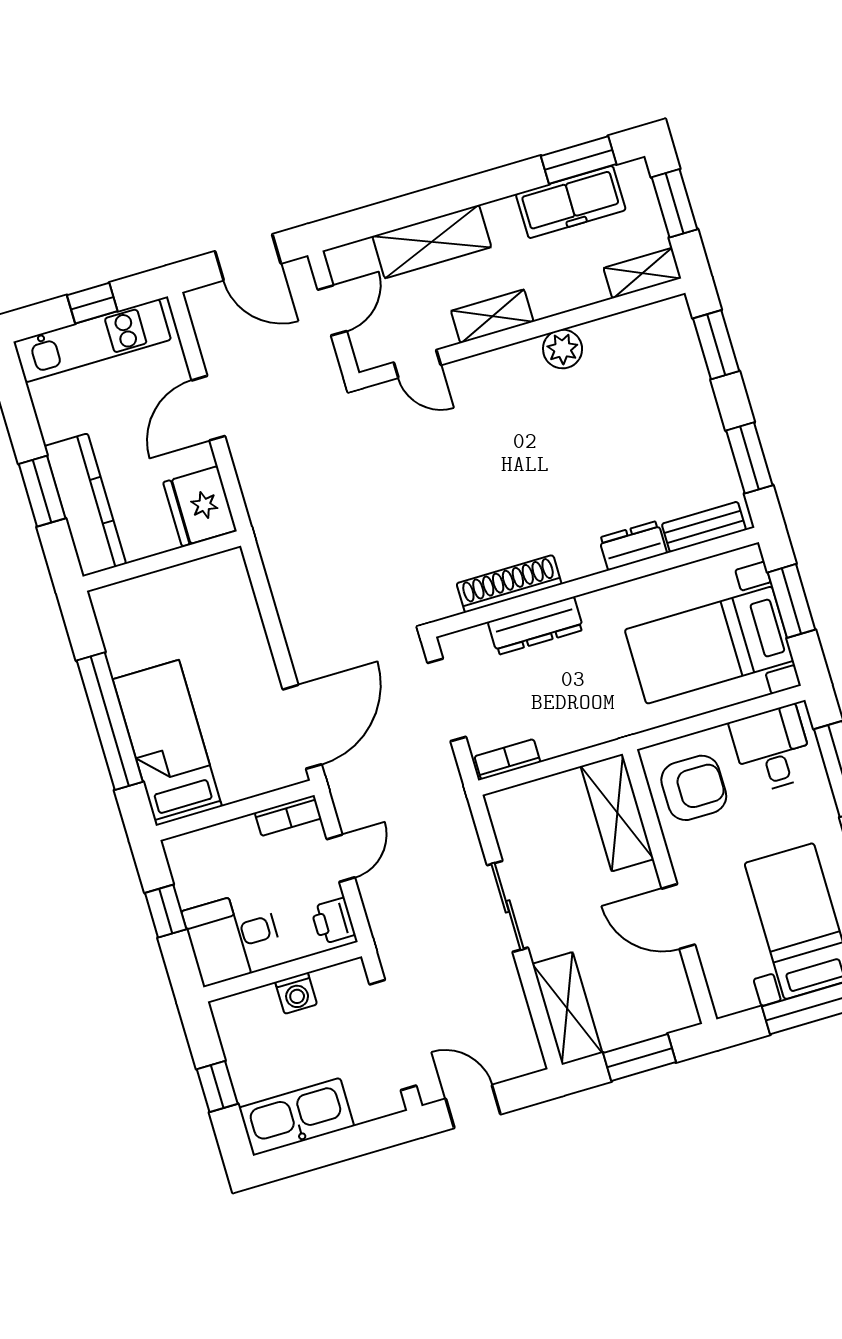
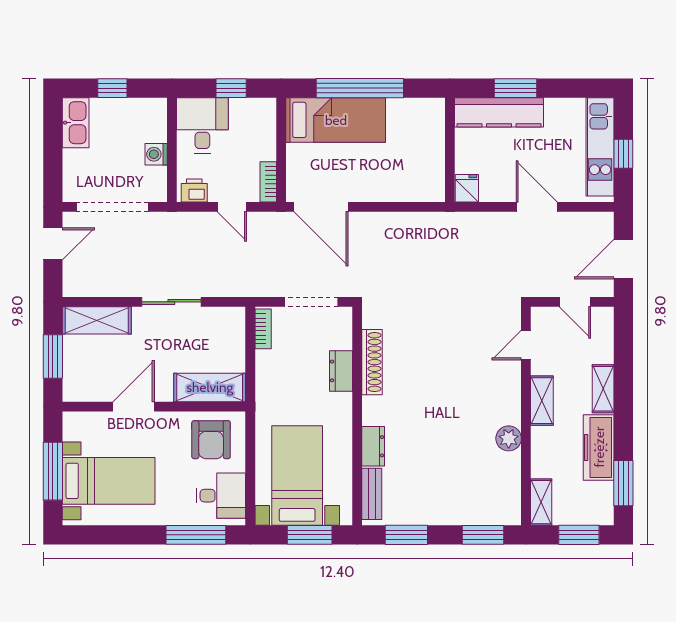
freezer: (571, 202) -> (599, 447), moved
shelving: (432, 242) -> (603, 389), width x0.67, depth x0.75
fridge: (200, 506) -> (467, 188), width x0.53, depth x0.75
dresser: (536, 626) -> (341, 371), width x0.70
kitchen sink: (296, 1117) -> (76, 123), width x0.73, depth x0.81

